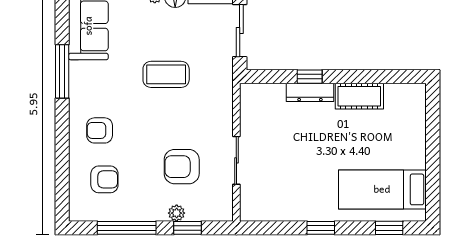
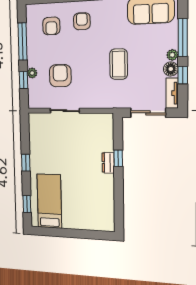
dresser: (310, 92) -> (108, 163), width x0.70
cot: (359, 96) -> (106, 189), removed

